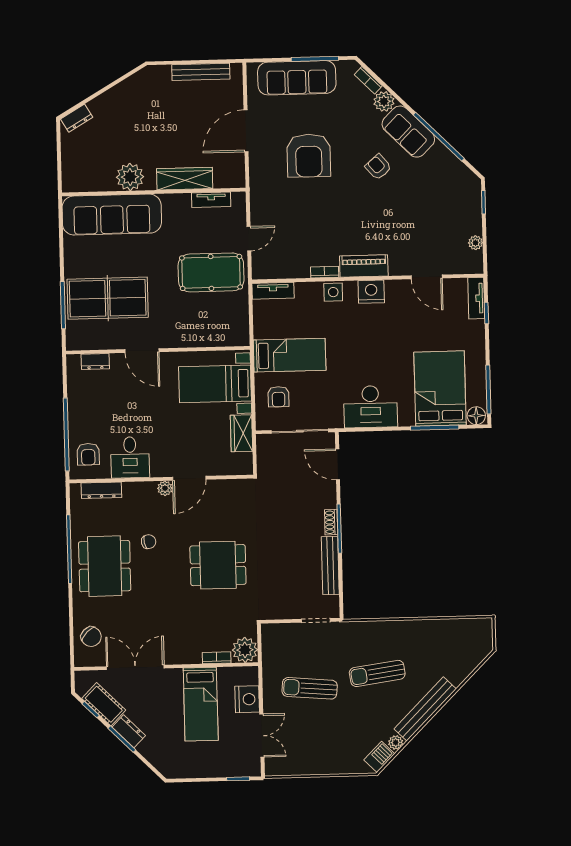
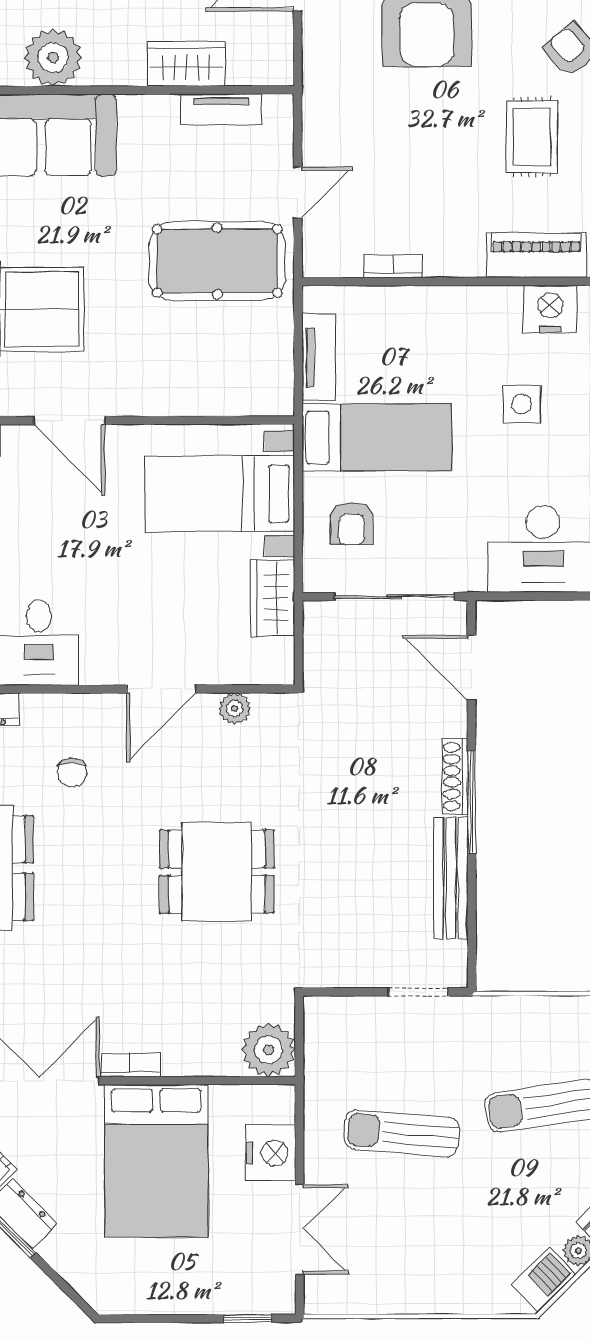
wardrobe: (185, 179) -> (186, 64), width x0.67
rug: (360, 209) -> (532, 137), added
bookcase: (325, 272) -> (393, 266), moved
tv unit: (273, 291) -> (319, 357), moved, turned -90
side table: (333, 292) -> (521, 404), moved
plant: (165, 488) -> (235, 708), moved
shoe rack: (331, 522) -> (455, 777), width x1.43
chair: (149, 542) -> (72, 772), moved, turned 102
bookcase: (217, 658) -> (130, 1065), moved
bed: (201, 704) -> (156, 1161), width x1.50

